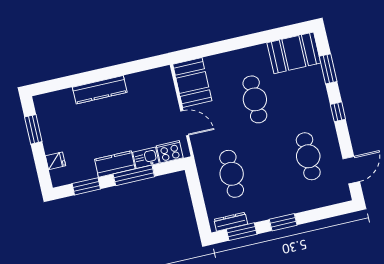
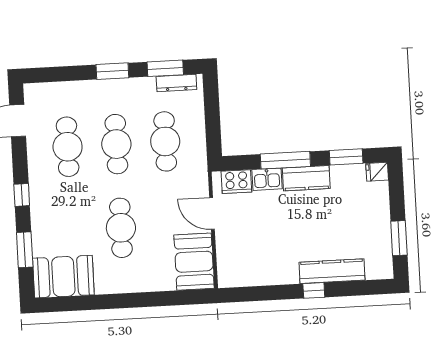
window: (94, 76) -> (314, 290), added
kitchen counter: (100, 90) -> (332, 271), moved
fridge: (56, 161) -> (377, 172), moved
cafe table: (270, 165) -> (116, 144), added

